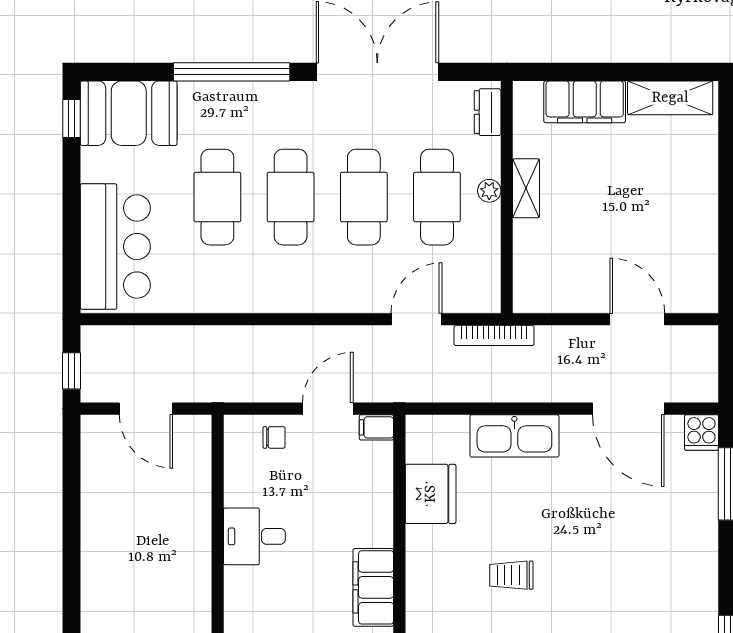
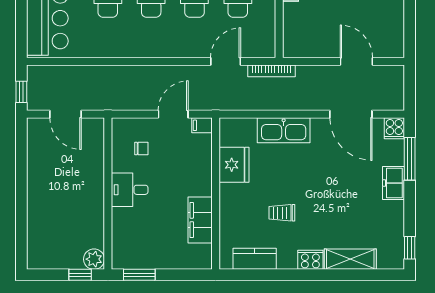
chair: (274, 437) -> (141, 149), moved
freezer: (700, 525) -> (394, 183), added

